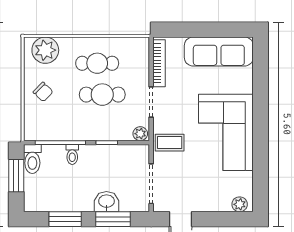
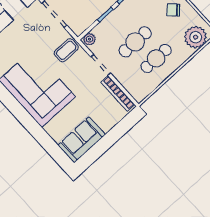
sofa: (219, 52) -> (82, 140), width x0.73

